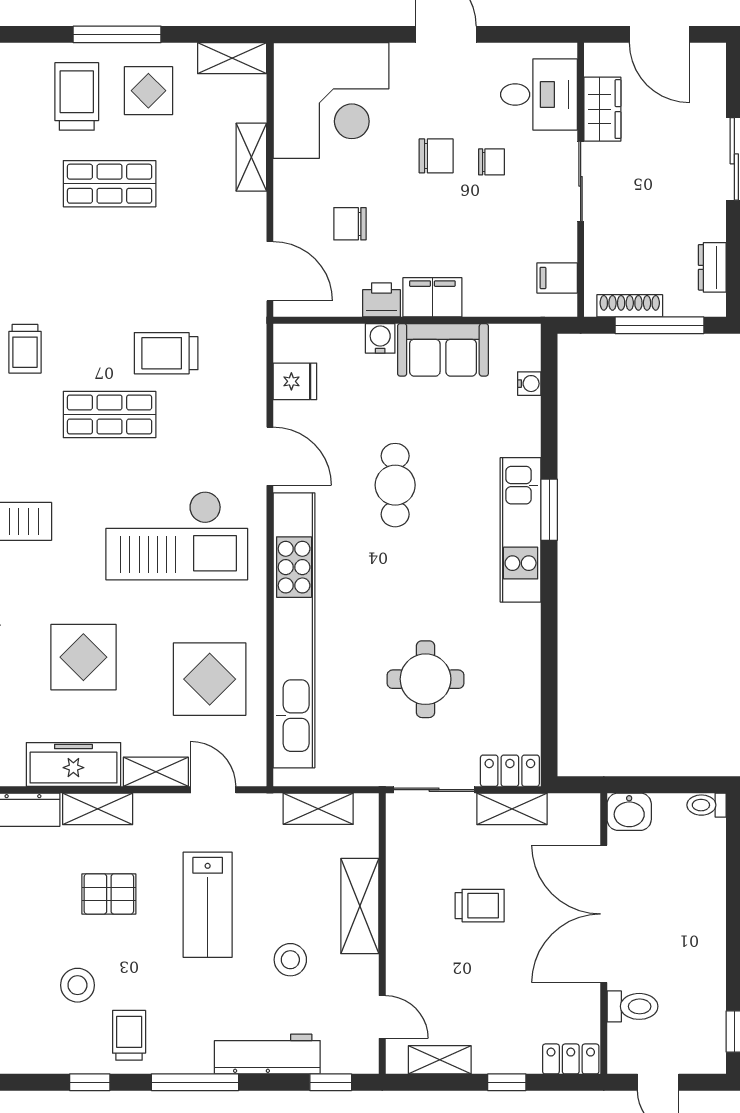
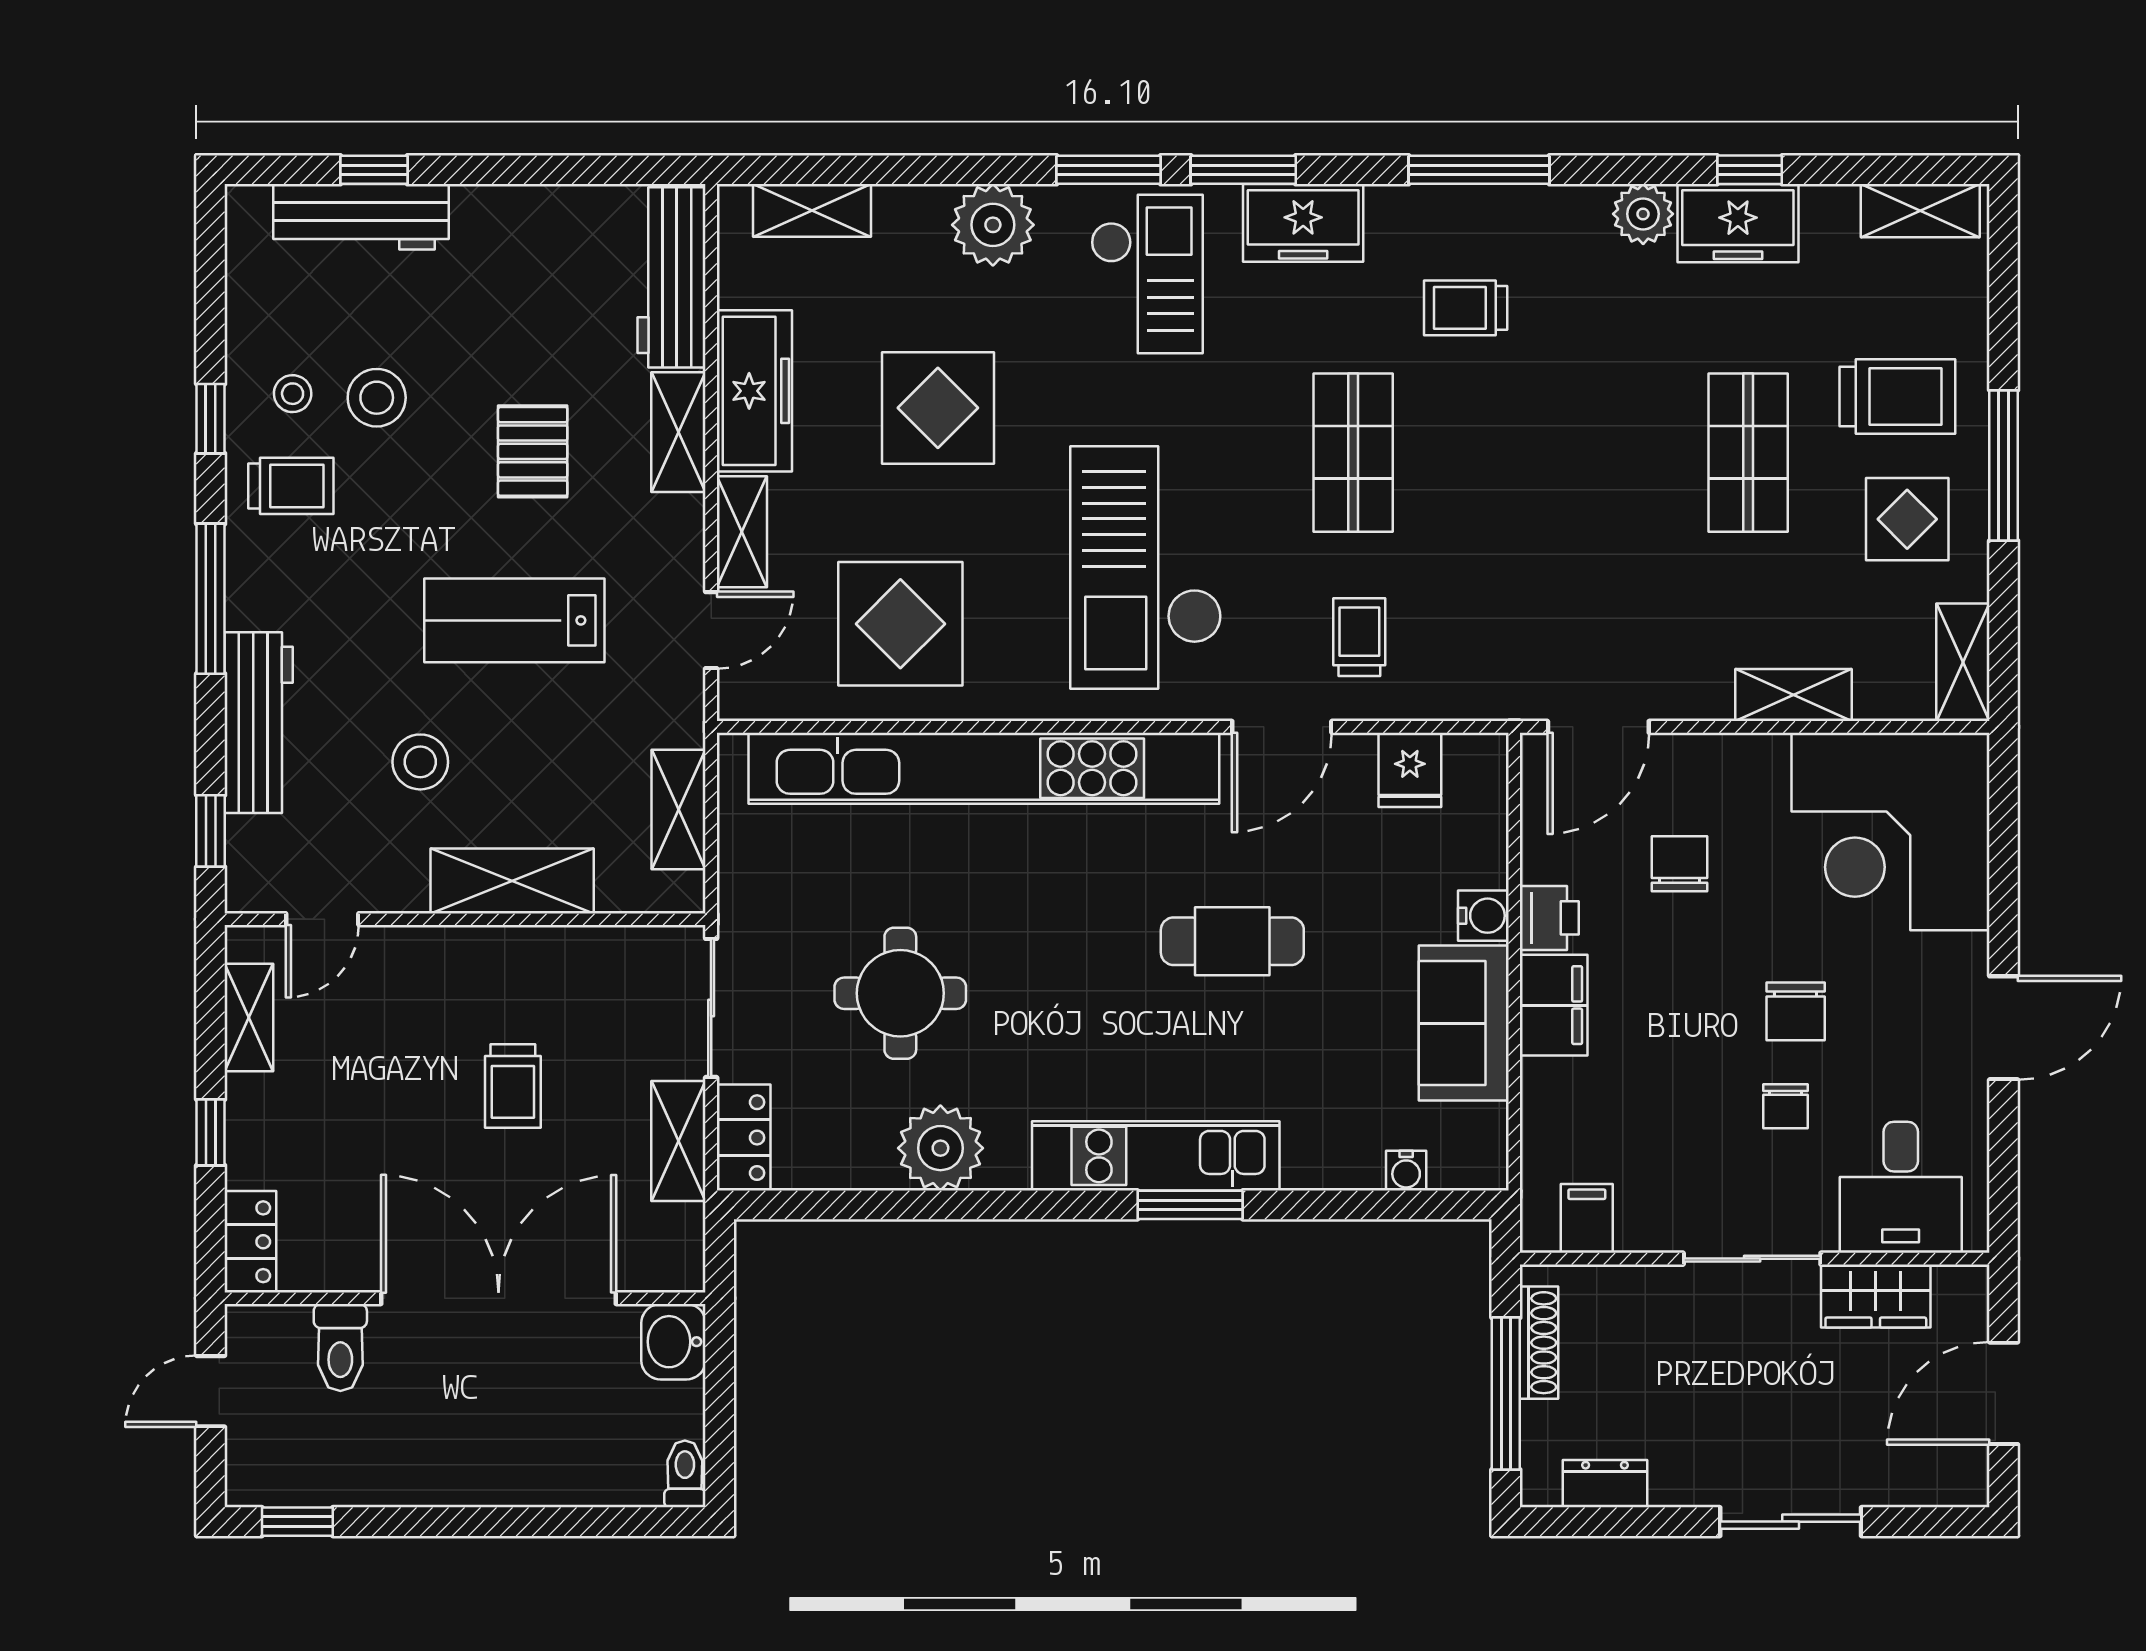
trolley: (166, 353) -> (1359, 637), moved, width x0.73, depth x0.72
plant: (516, 656) -> (940, 1148), added
stool: (75, 1034) -> (293, 394), added

